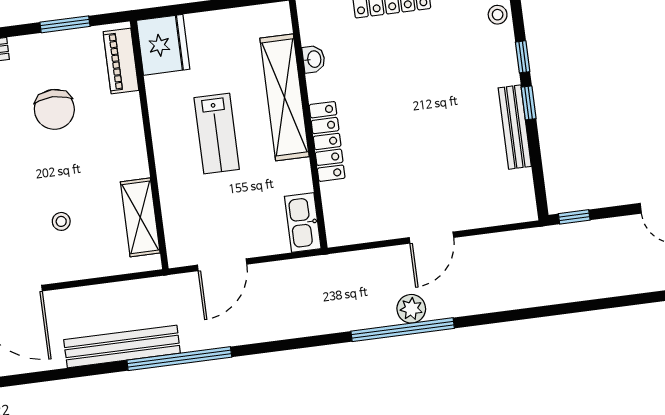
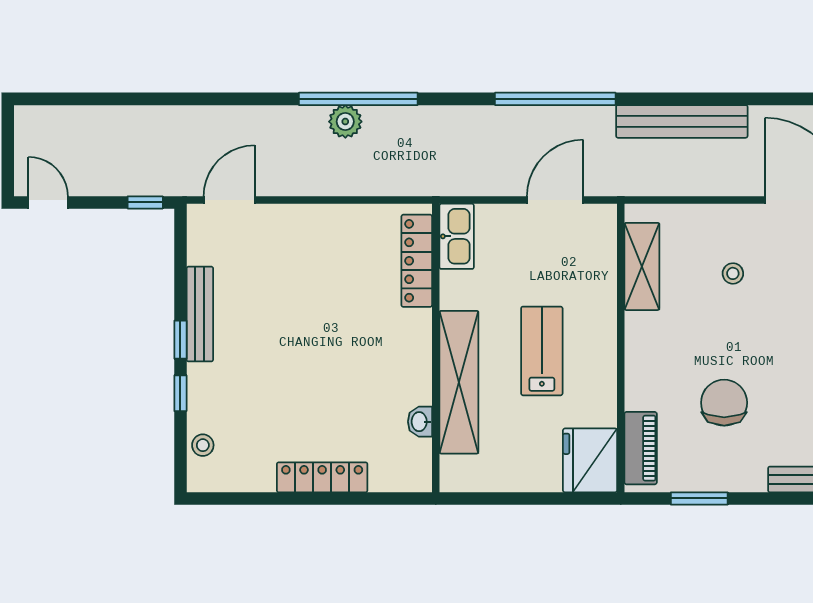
locker: (327, 141) -> (417, 261), moved
door: (431, 238) -> (229, 200), moved
window: (179, 359) -> (555, 99), moved

